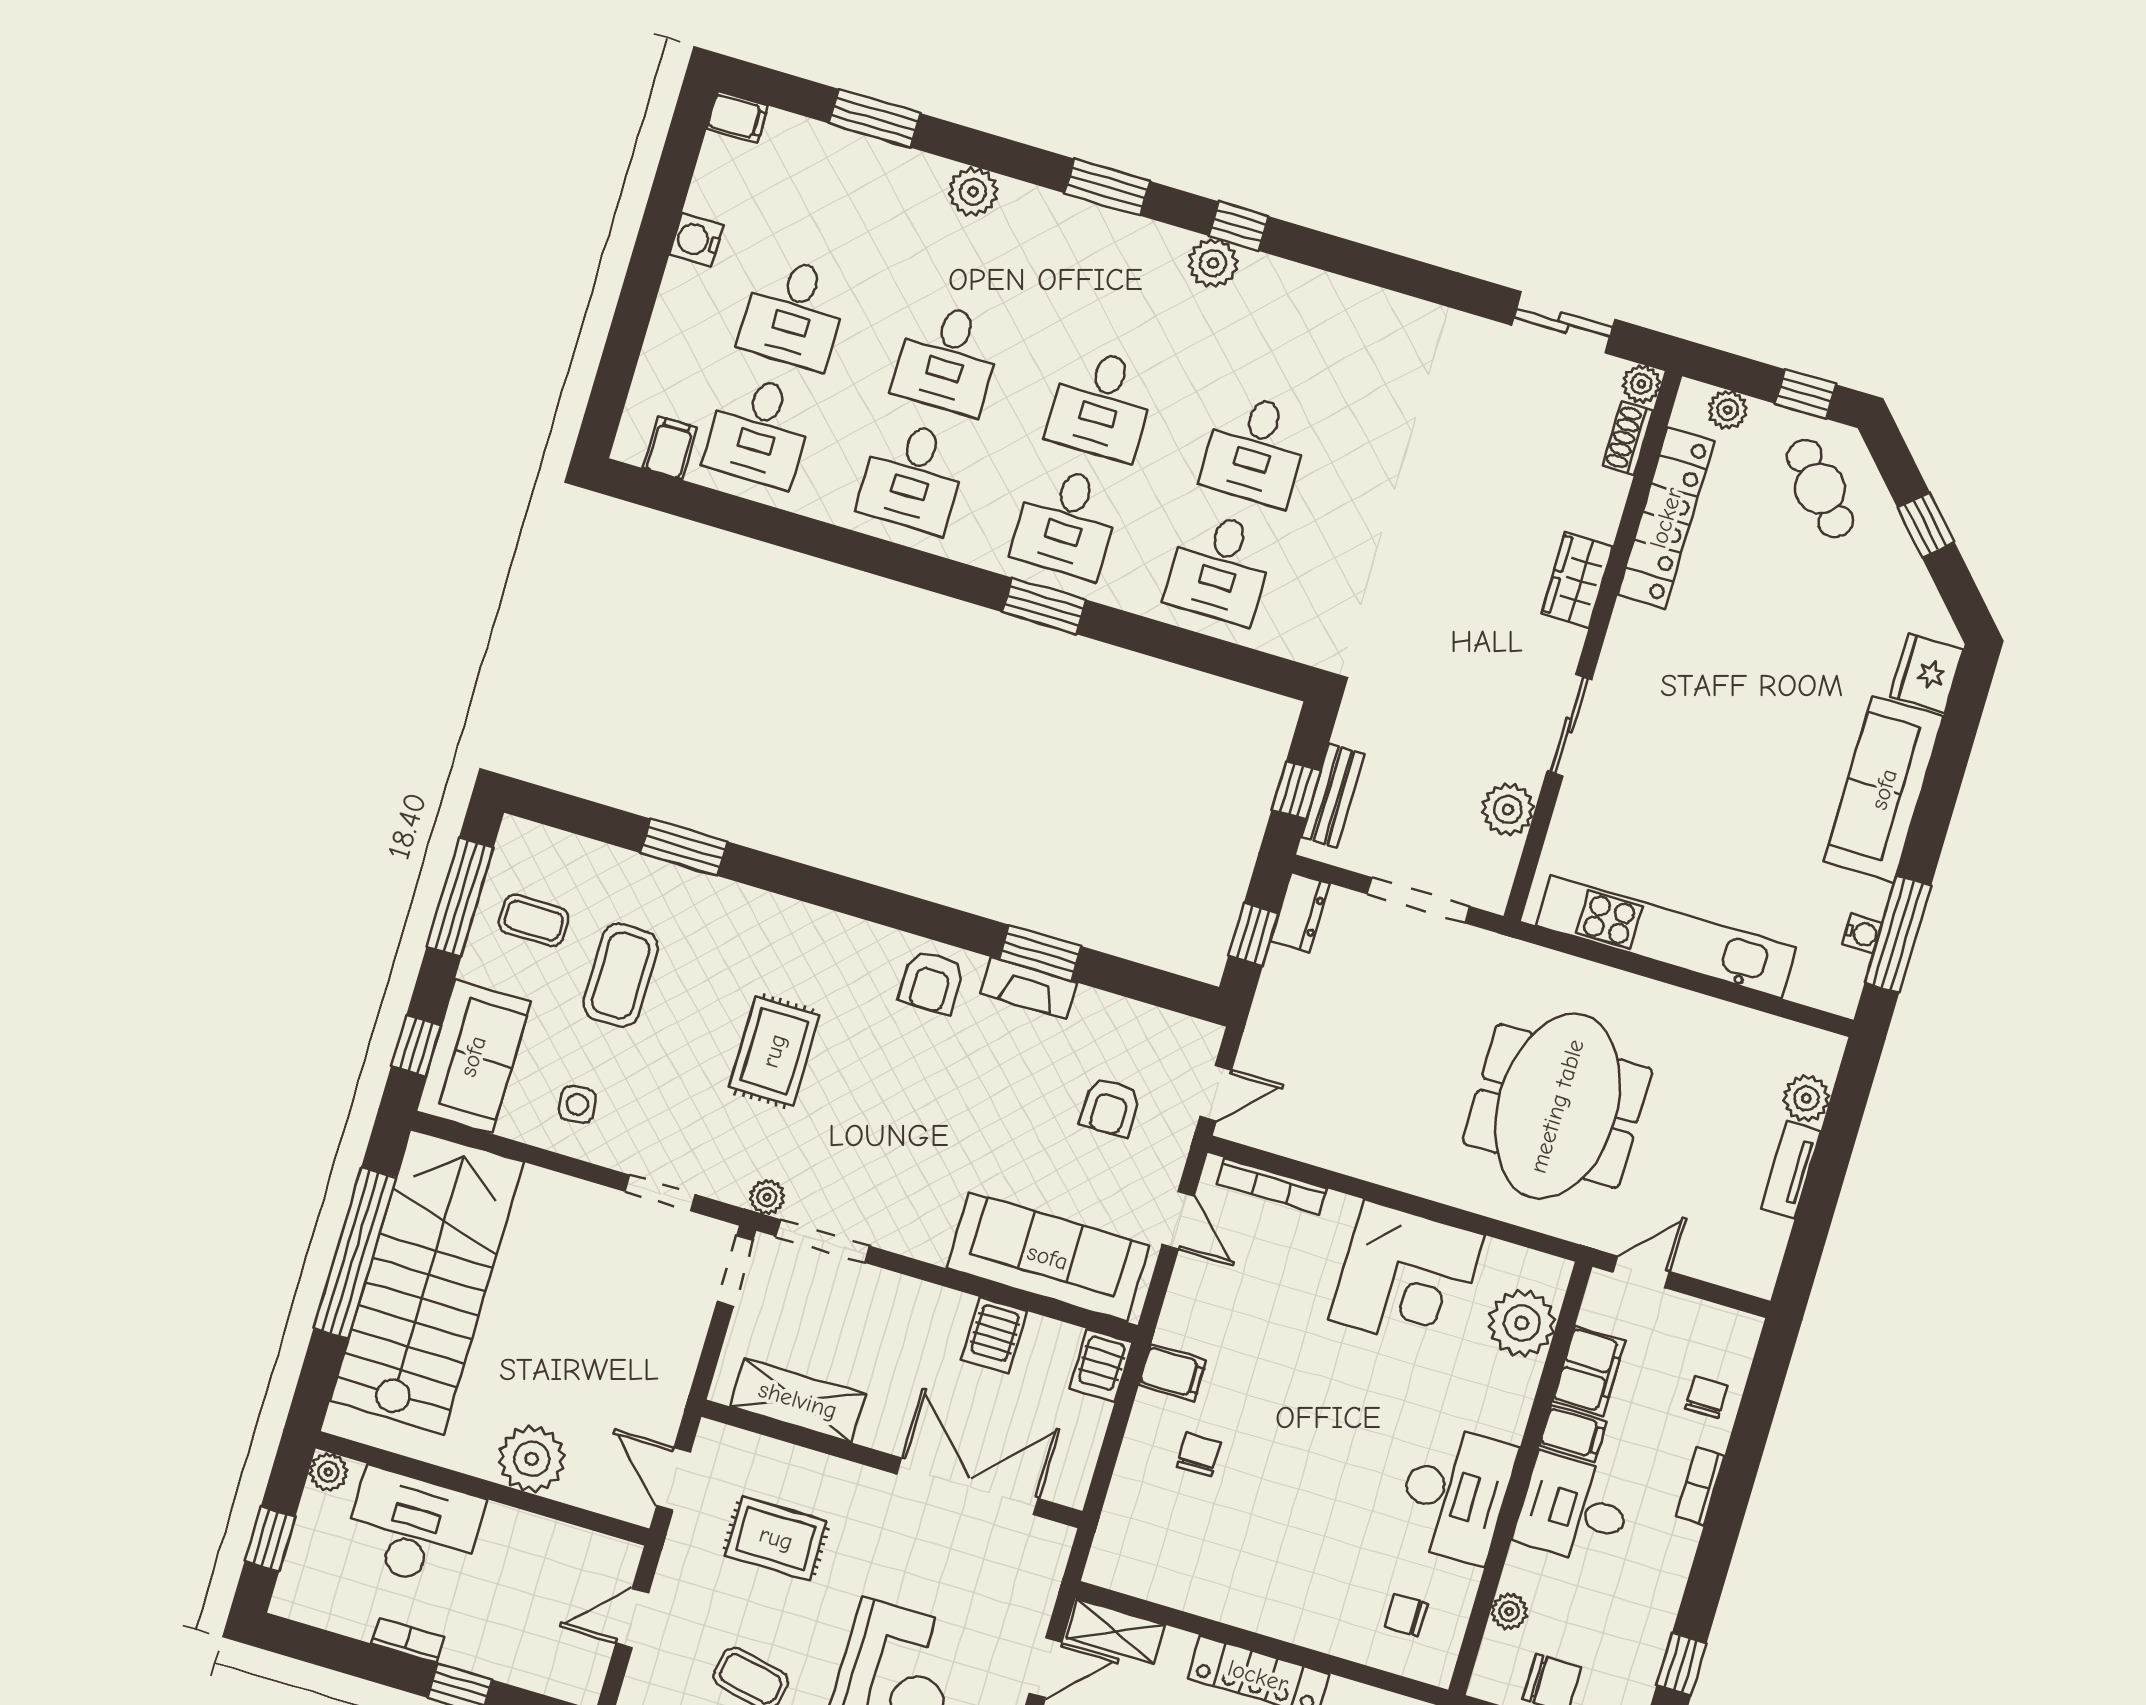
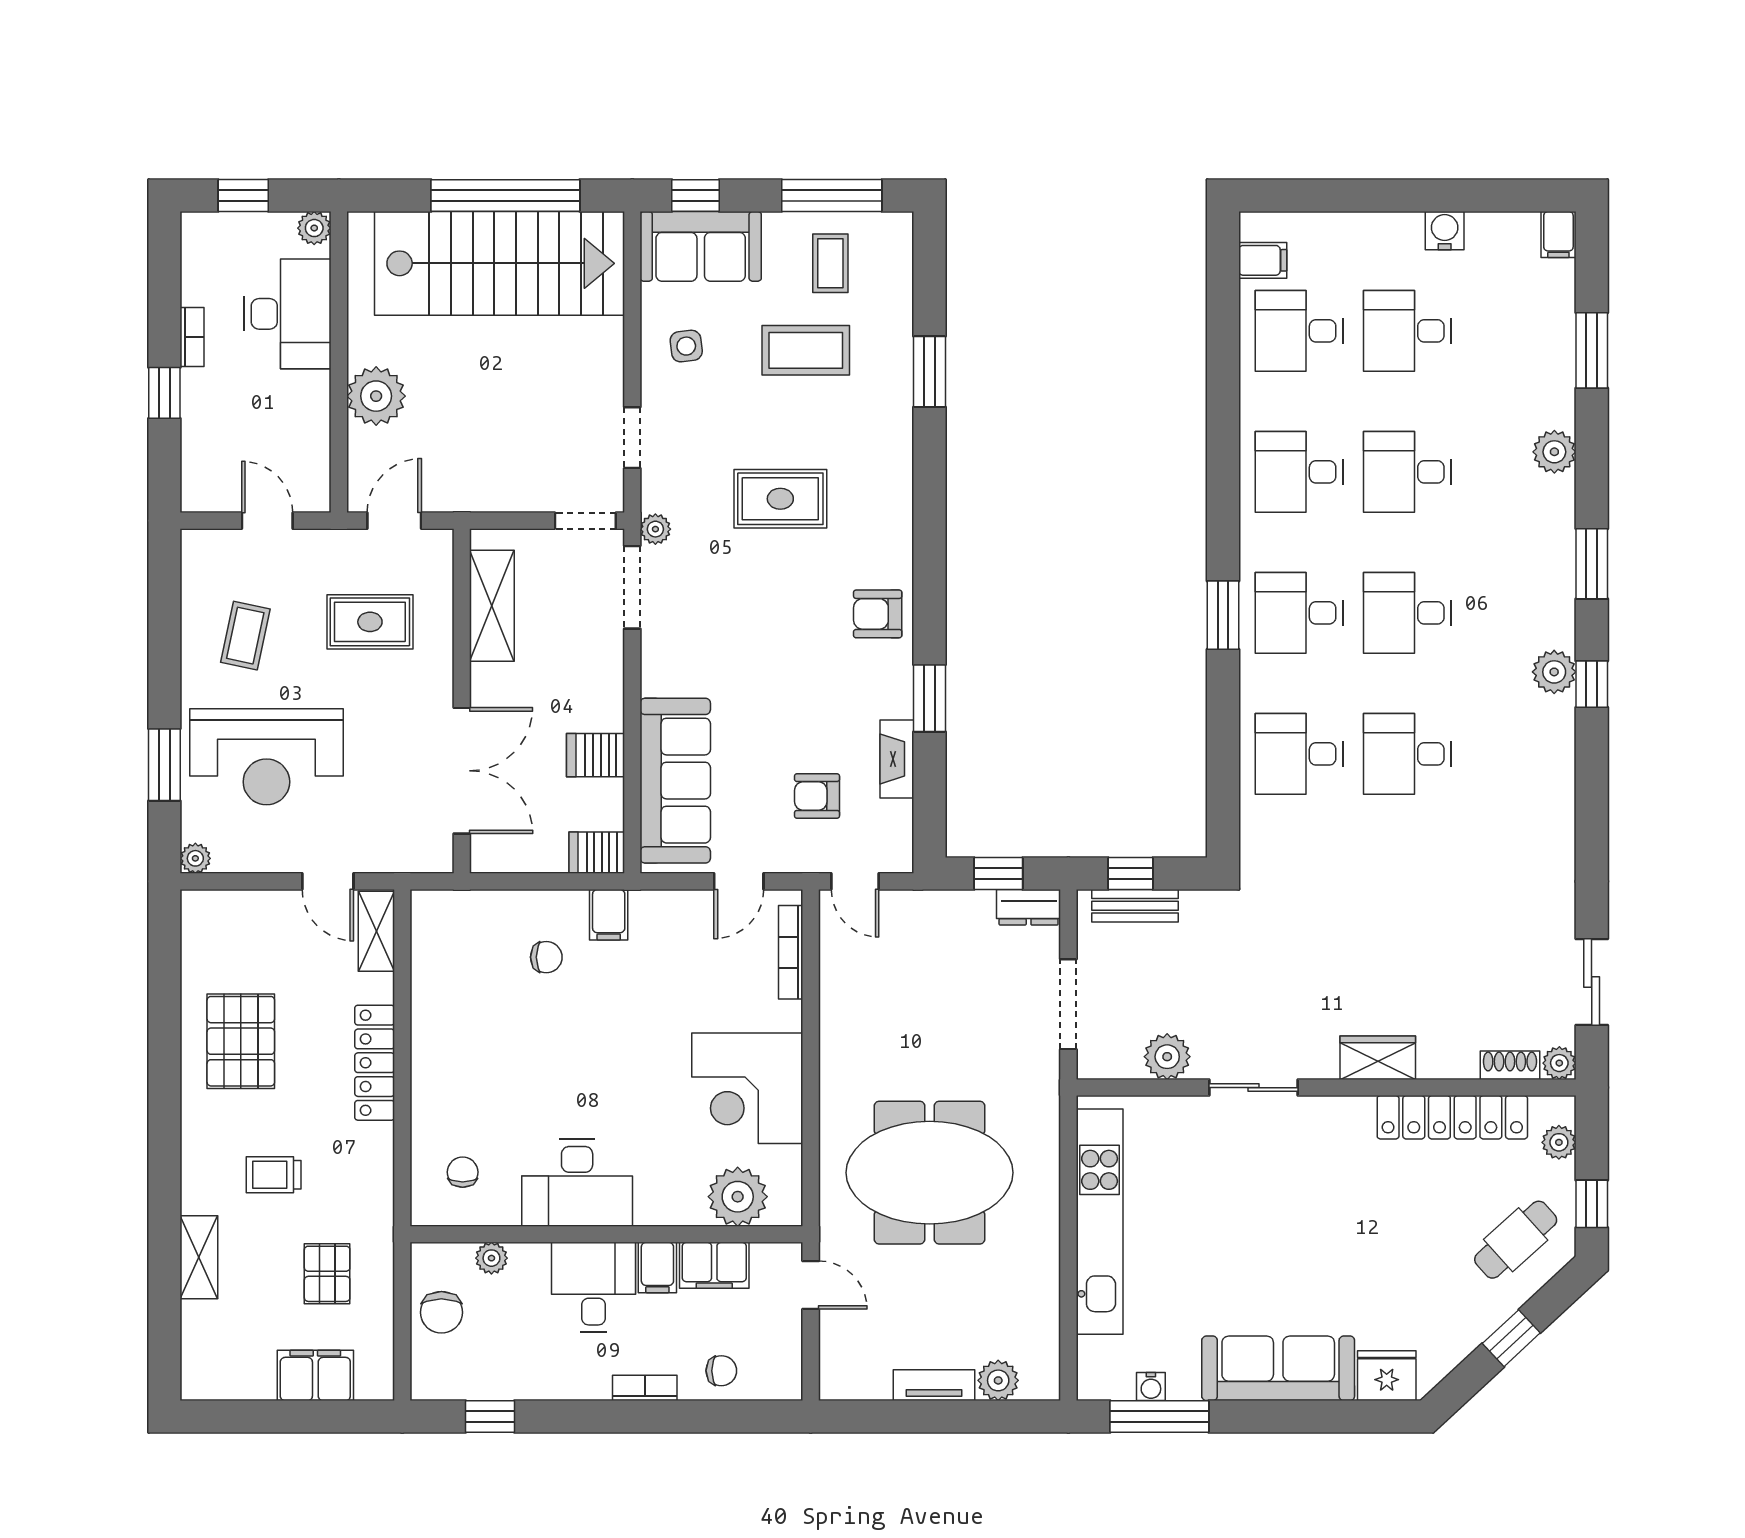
fireplace: (1029, 988) -> (897, 759), moved
rug: (776, 1538) -> (370, 622), turned 90

